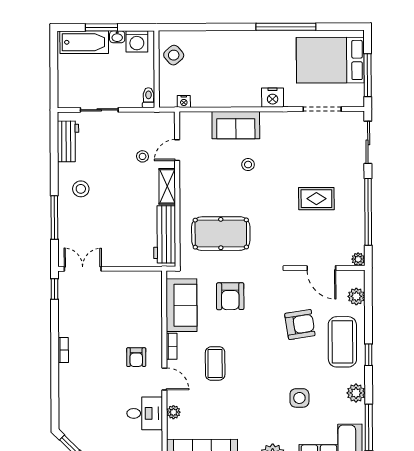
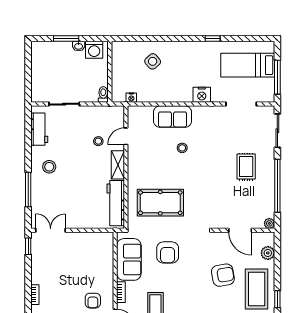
window: (286, 27) -> (213, 39), width x0.32
bathtub: (84, 42) -> (52, 50), removed
side table: (174, 55) -> (153, 61), moved
bed: (330, 60) -> (248, 65), width x0.67
rug: (316, 199) -> (246, 167), moved, turned 90

